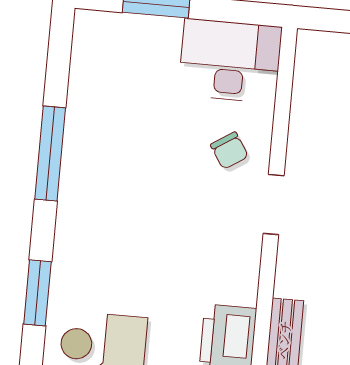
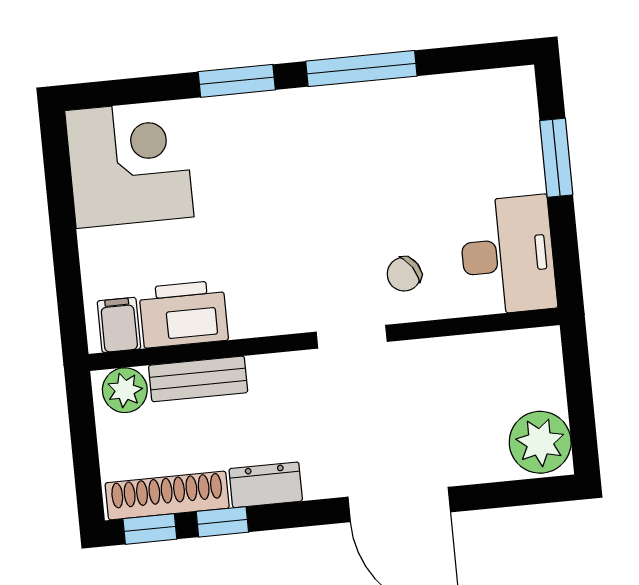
window: (37, 293) -> (237, 81), moved

